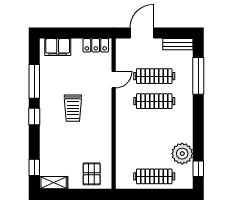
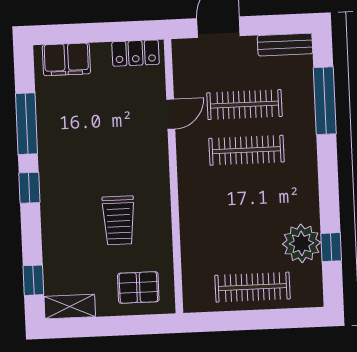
trolley: (73, 108) -> (119, 220), moved
window: (198, 169) -> (331, 247), moved
pallet: (92, 174) -> (138, 287), turned 90

